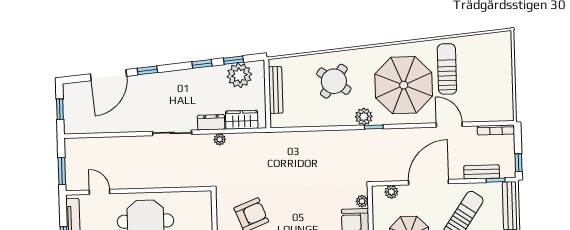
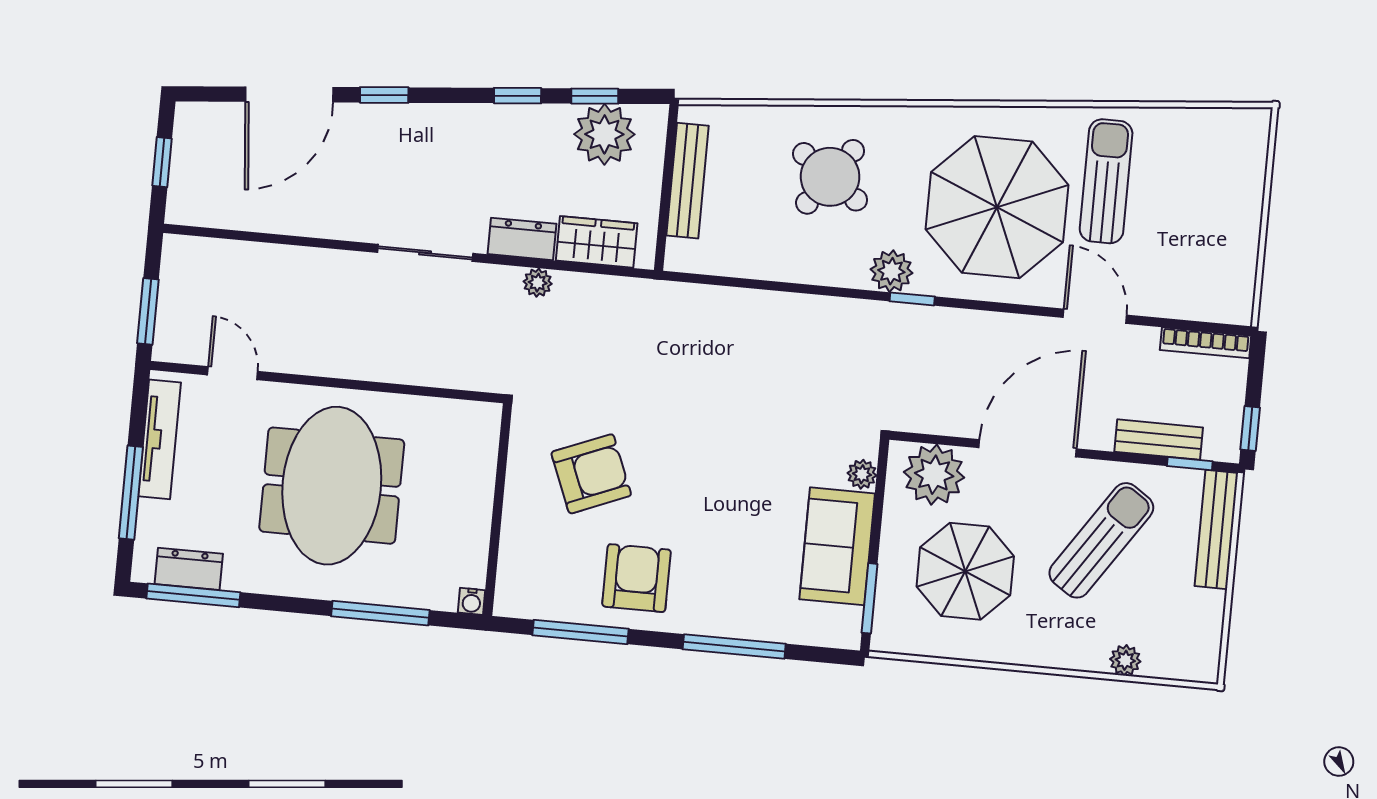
plant: (391, 192) -> (934, 475), width x1.88, depth x1.88

